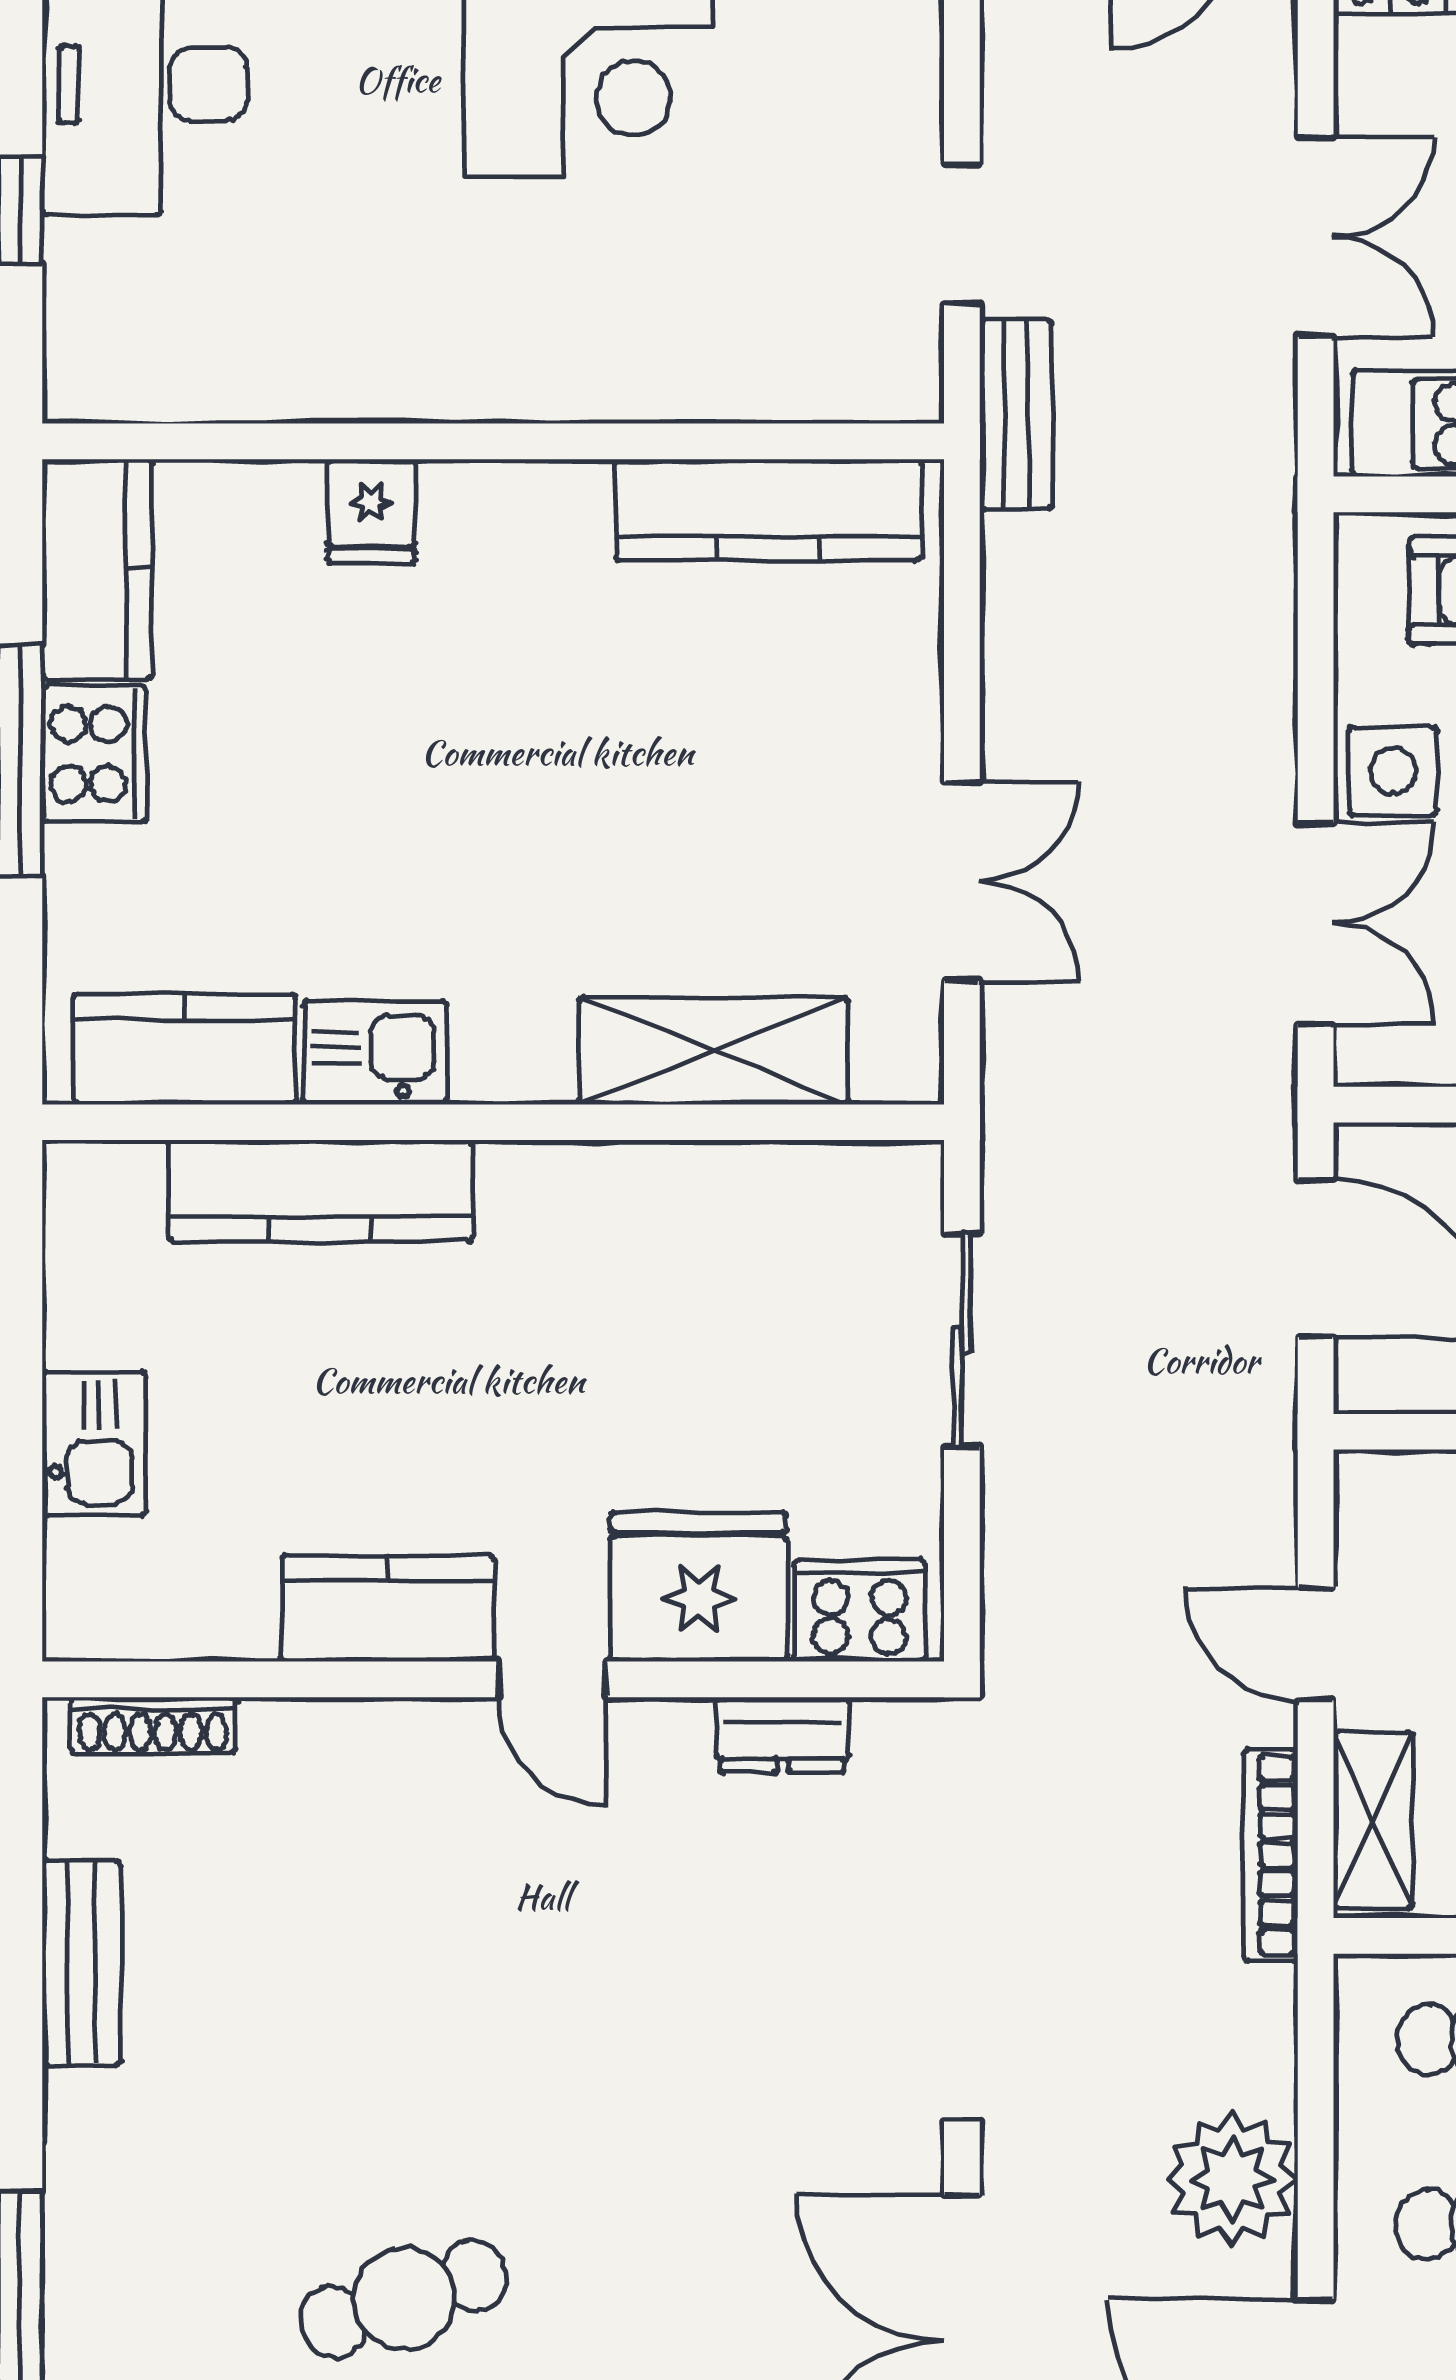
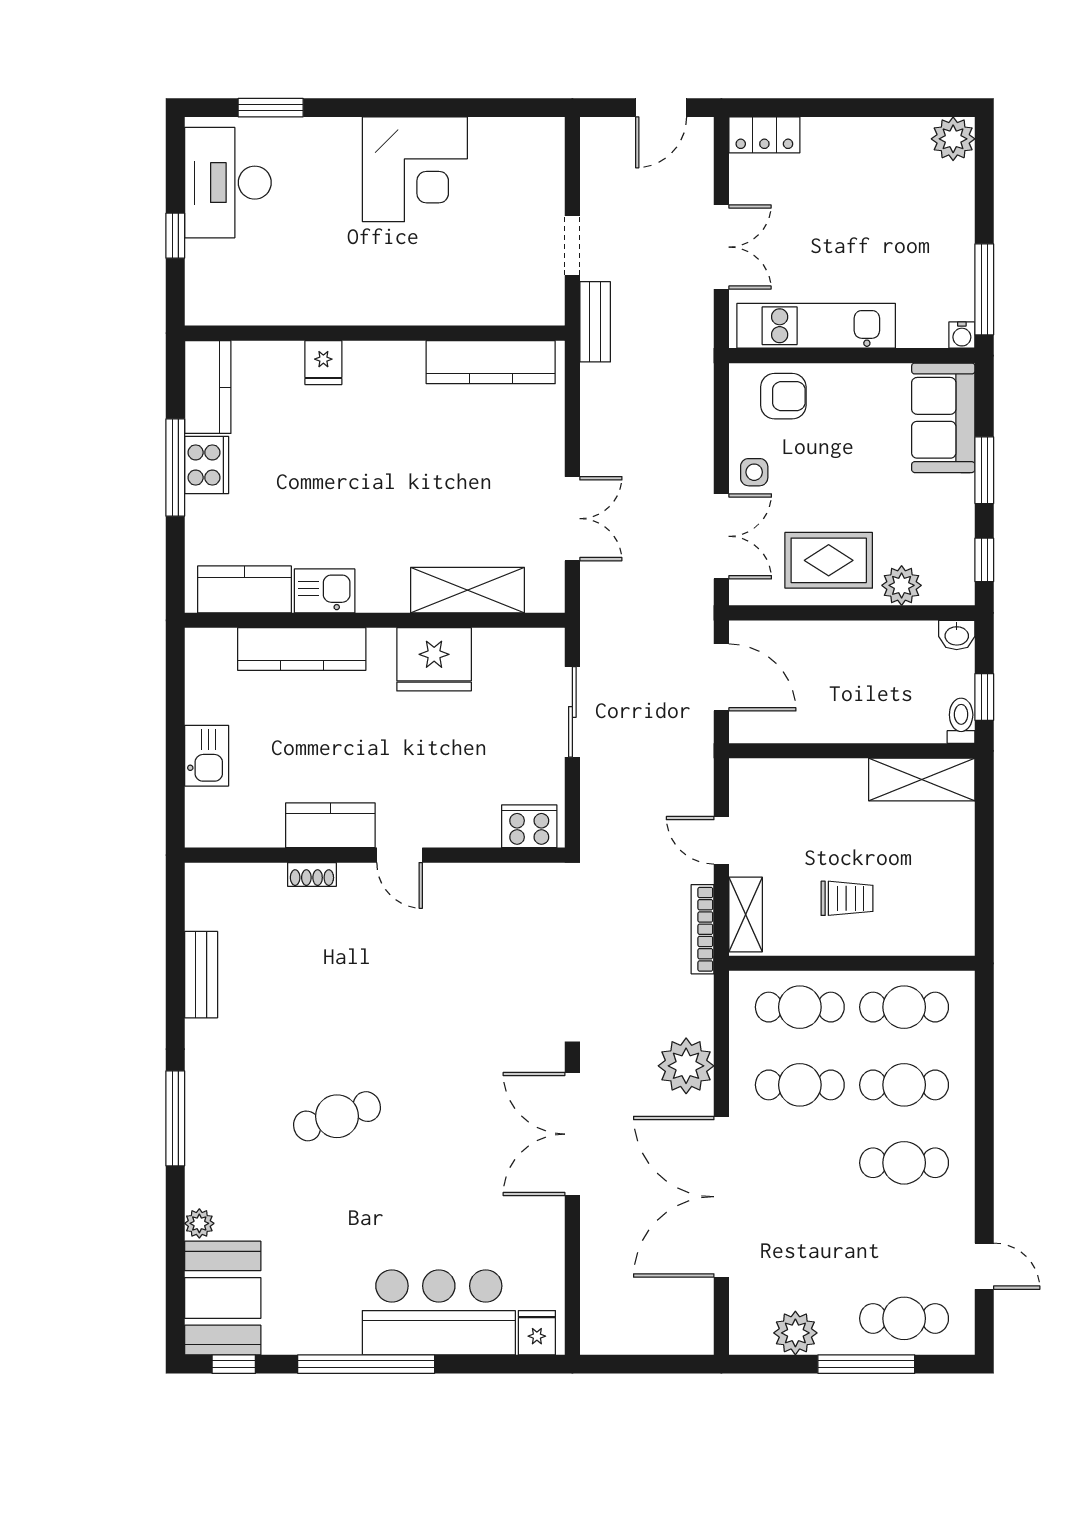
side table: (1393, 771) -> (754, 472), width x0.73, depth x0.73
fridge: (699, 1587) -> (434, 659), moved, turned 180
shoe rack: (153, 1725) -> (312, 874), moved, width x0.70
dresser: (782, 1735) -> (497, 878), removed

